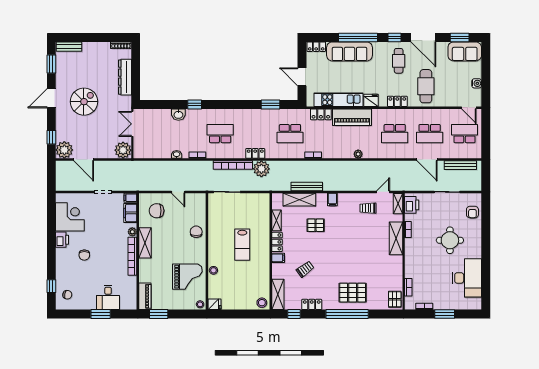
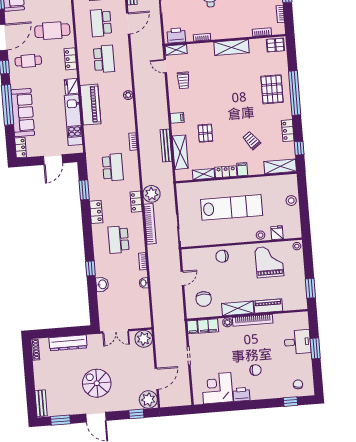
locker: (321, 114) -> (96, 212), moved
school desk: (430, 134) -> (101, 23), turned 180
shelving: (396, 238) -> (231, 47), moved
lab bench: (242, 245) -> (232, 207), width x1.86, depth x1.39
piano: (145, 296) -> (268, 306), moved
stool: (262, 303) -> (291, 201), moved
fridge: (214, 304) -> (277, 233), moved

